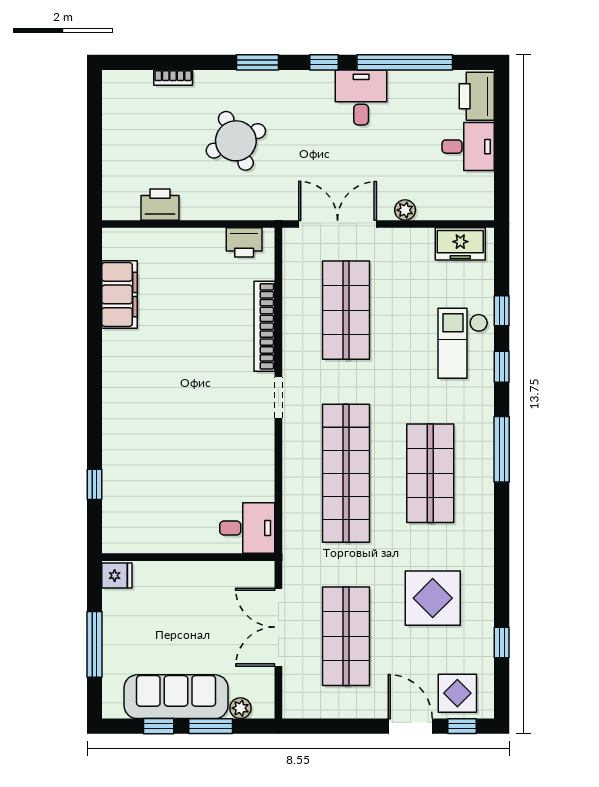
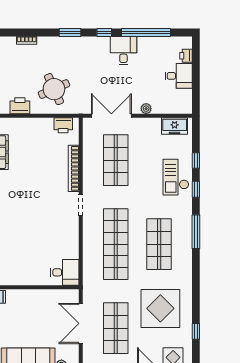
printer: (477, 96) -> (186, 56), width x0.53, depth x0.68
round table: (236, 141) -> (54, 89), moved
display table: (433, 598) -> (160, 308), width x1.36, depth x1.36

